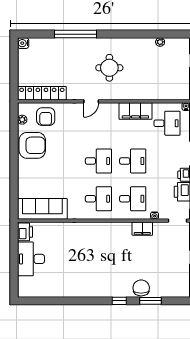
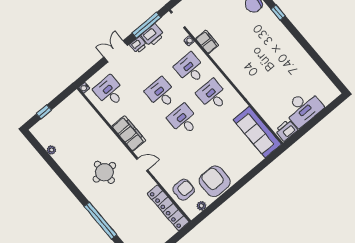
filing cabinet: (135, 111) -> (129, 133), moved

